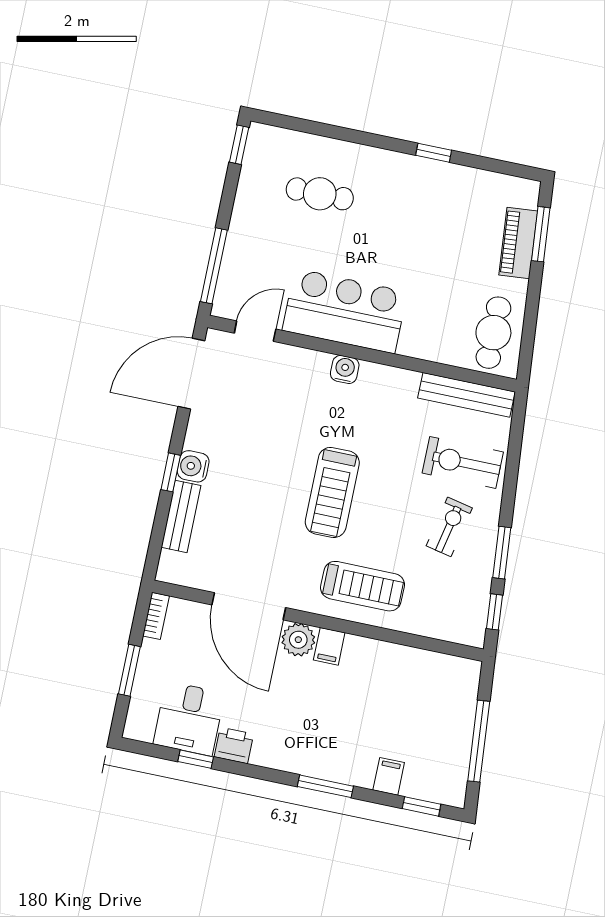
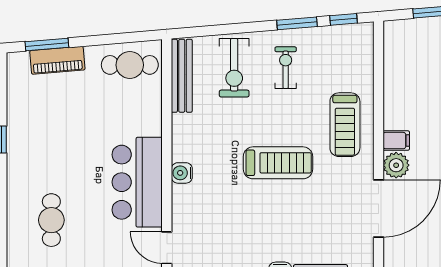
exercise bike: (449, 527) -> (286, 68), turned 78
treadmill: (362, 586) -> (345, 125), turned 180

